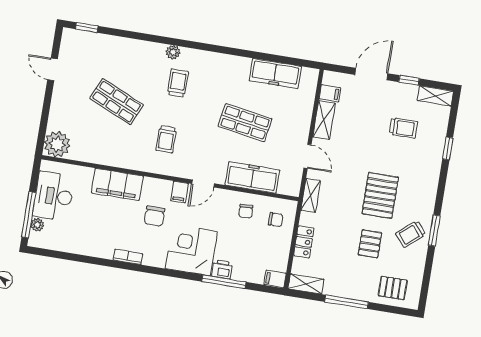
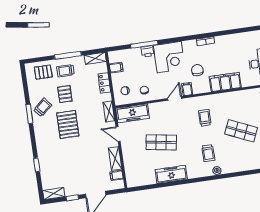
freezer: (275, 73) -> (171, 174), moved
trolley: (403, 128) -> (65, 71), moved
freezer: (252, 177) -> (133, 113), moved
filing cabinet: (275, 279) -> (116, 68), moved

